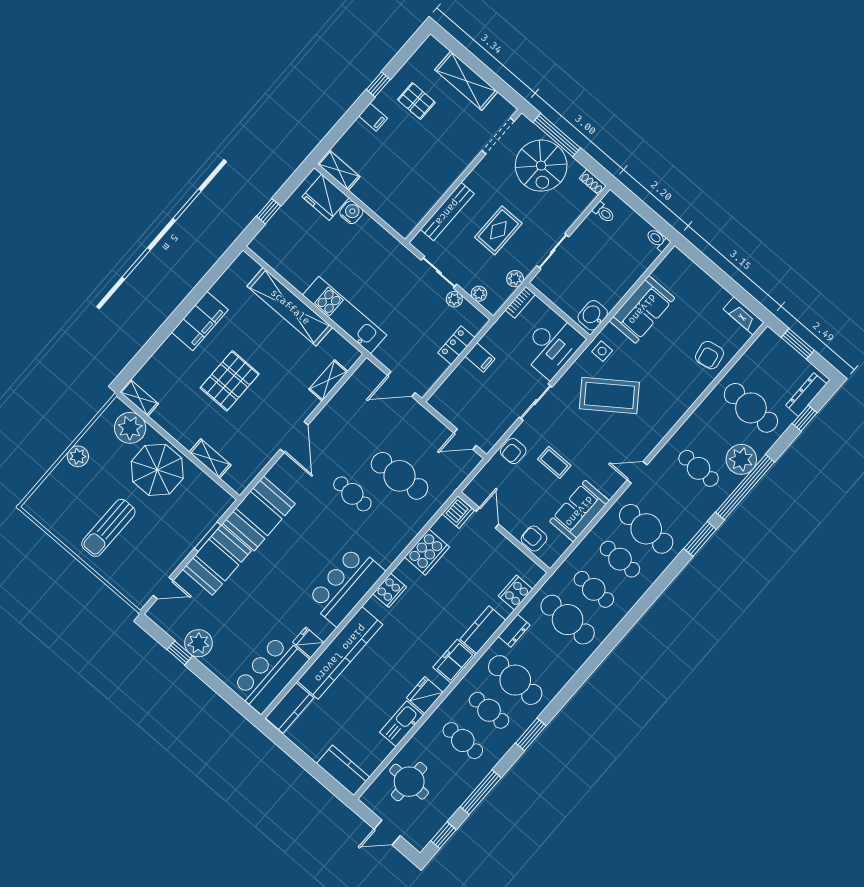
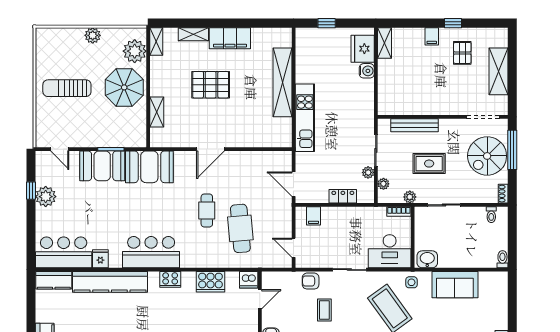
filing cabinet: (480, 357) -> (313, 216), moved
shelving: (328, 380) -> (193, 34), moved

